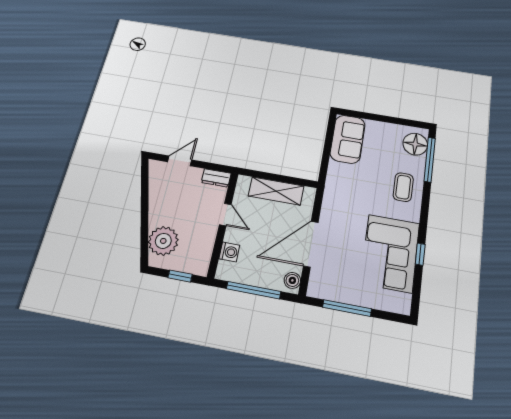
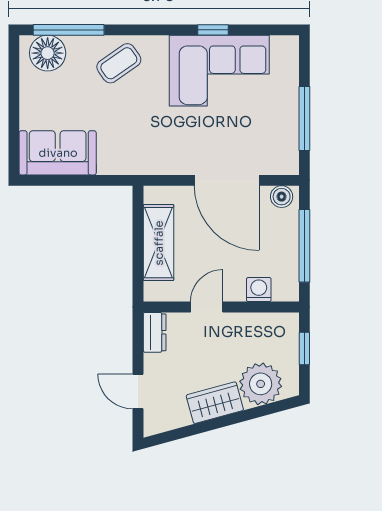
coffee table: (403, 187) -> (119, 63), turned -35
wardrobe: (159, 208) -> (215, 403), added

